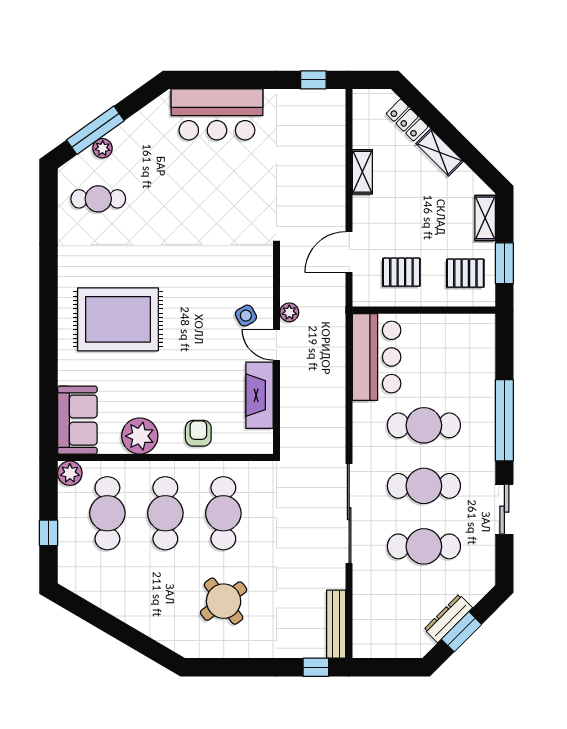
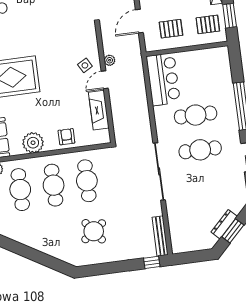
door: (276, 345) -> (105, 80), hinge flipped
cafe table: (424, 546) -> (205, 185), removed

